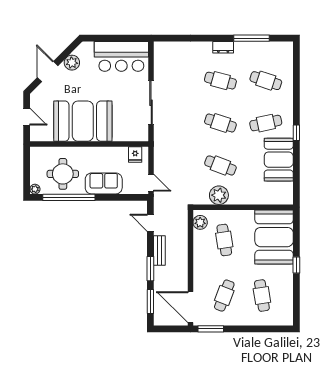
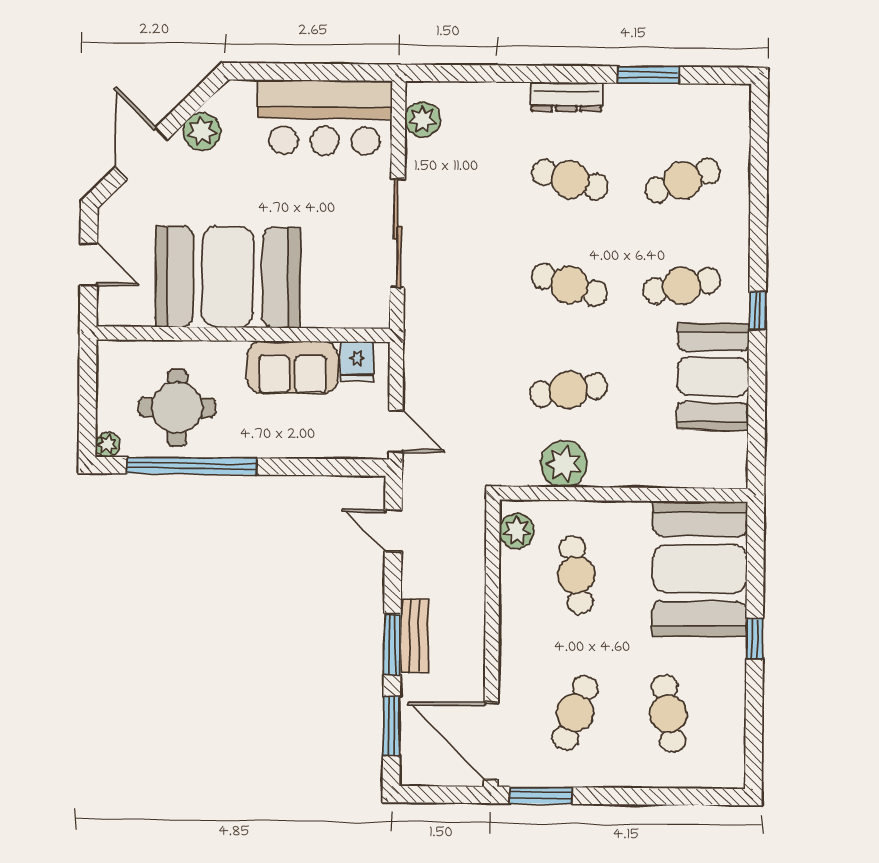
window: (252, 38) -> (648, 75), width x0.69
dresser: (223, 47) -> (566, 97), width x1.44
plant: (161, 57) -> (423, 119), added
cafe table: (266, 81) -> (683, 180), turned -39
cafe table: (220, 165) -> (568, 390), turned -30
sofa: (104, 183) -> (293, 367), moved, turned 180
bench: (159, 250) -> (415, 636), moved

